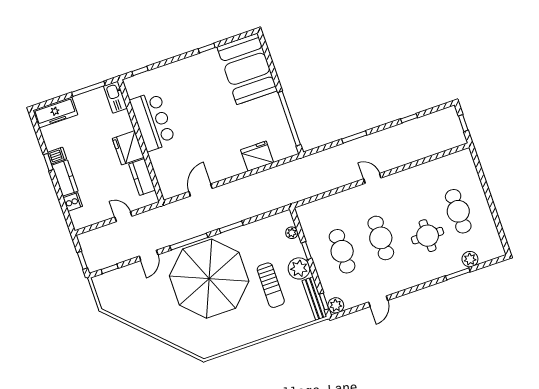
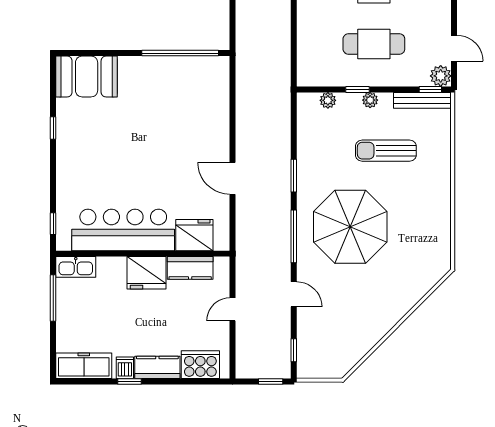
booth: (247, 69) -> (87, 77), width x0.73, depth x0.70
freezer: (55, 112) -> (84, 366), moved, turned -90
bar counter: (153, 121) -> (123, 230), width x1.36
fridge: (257, 156) -> (194, 235), moved, turned 90
door: (201, 190) -> (233, 178), moved
cooker: (73, 202) -> (200, 365), width x1.87, depth x1.31
plant: (299, 268) -> (370, 100), width x0.53, depth x0.53
parasol: (209, 279) -> (350, 227), width x0.73, depth x0.73
sun lounger: (271, 285) -> (386, 151), turned 180
door: (378, 301) -> (454, 48), moved

